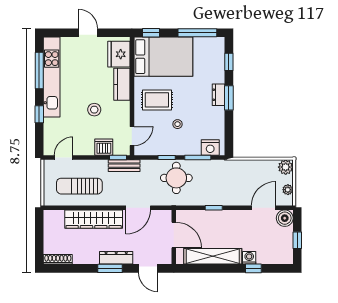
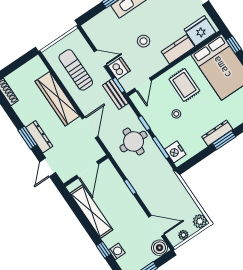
dresser: (219, 95) -> (217, 133), width x1.44
door: (132, 136) -> (143, 85), hinge flipped
door: (64, 158) -> (100, 58), moved
door: (138, 208) -> (90, 127), swing flipped
washing machine: (249, 258) -> (117, 251), moved

